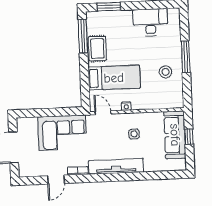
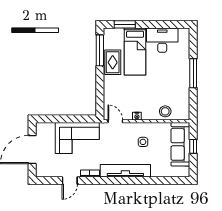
stool: (166, 72) -> (165, 111), moved
bed: (114, 78) -> (135, 52), moved, turned 90

